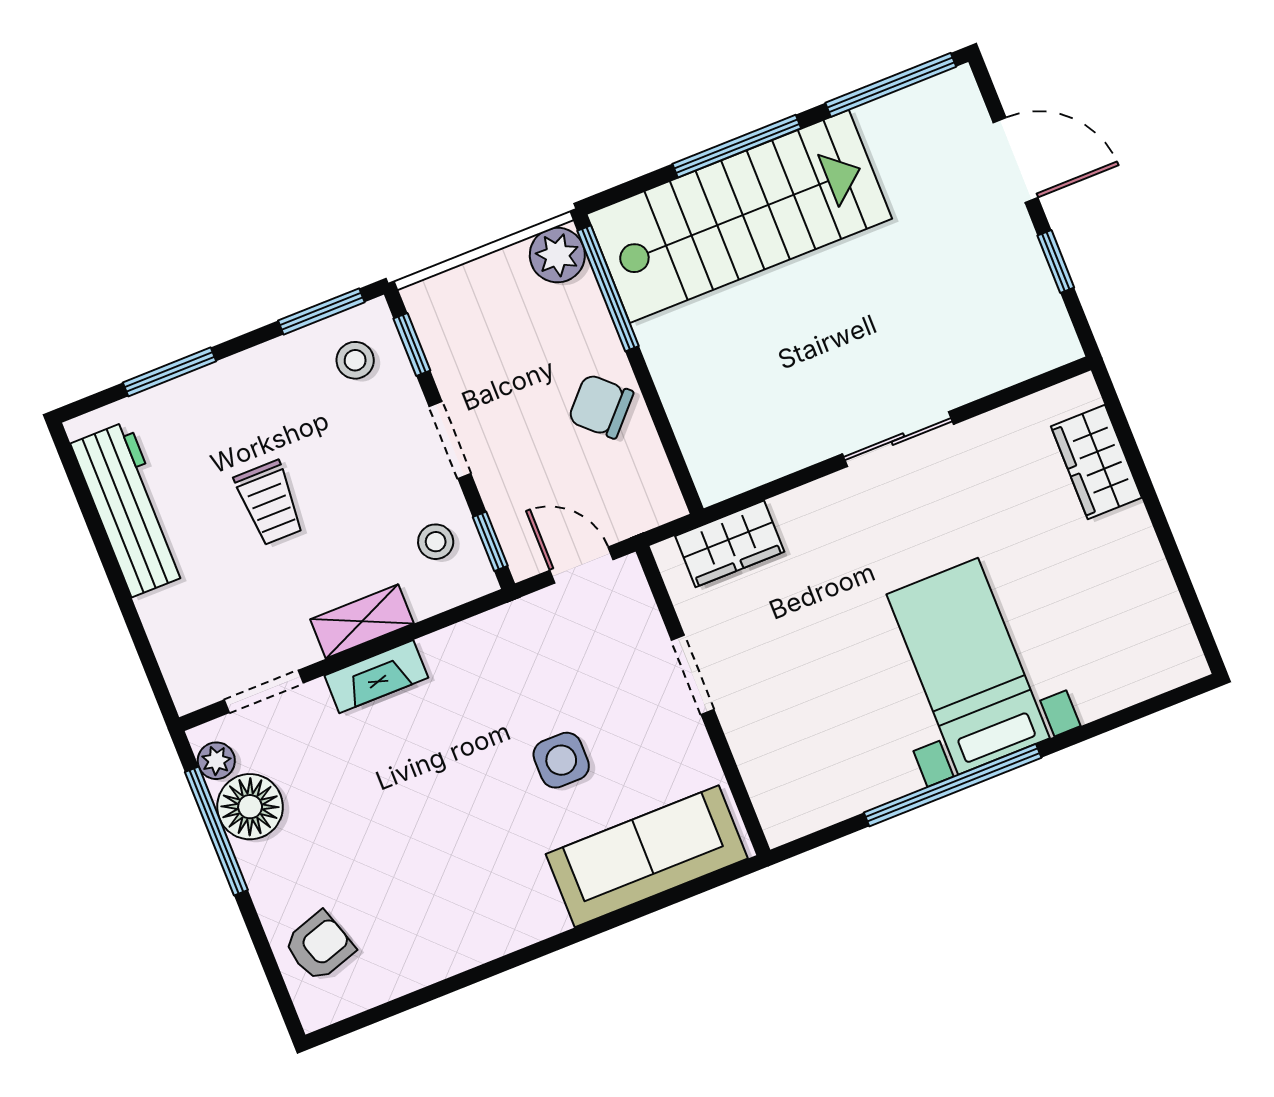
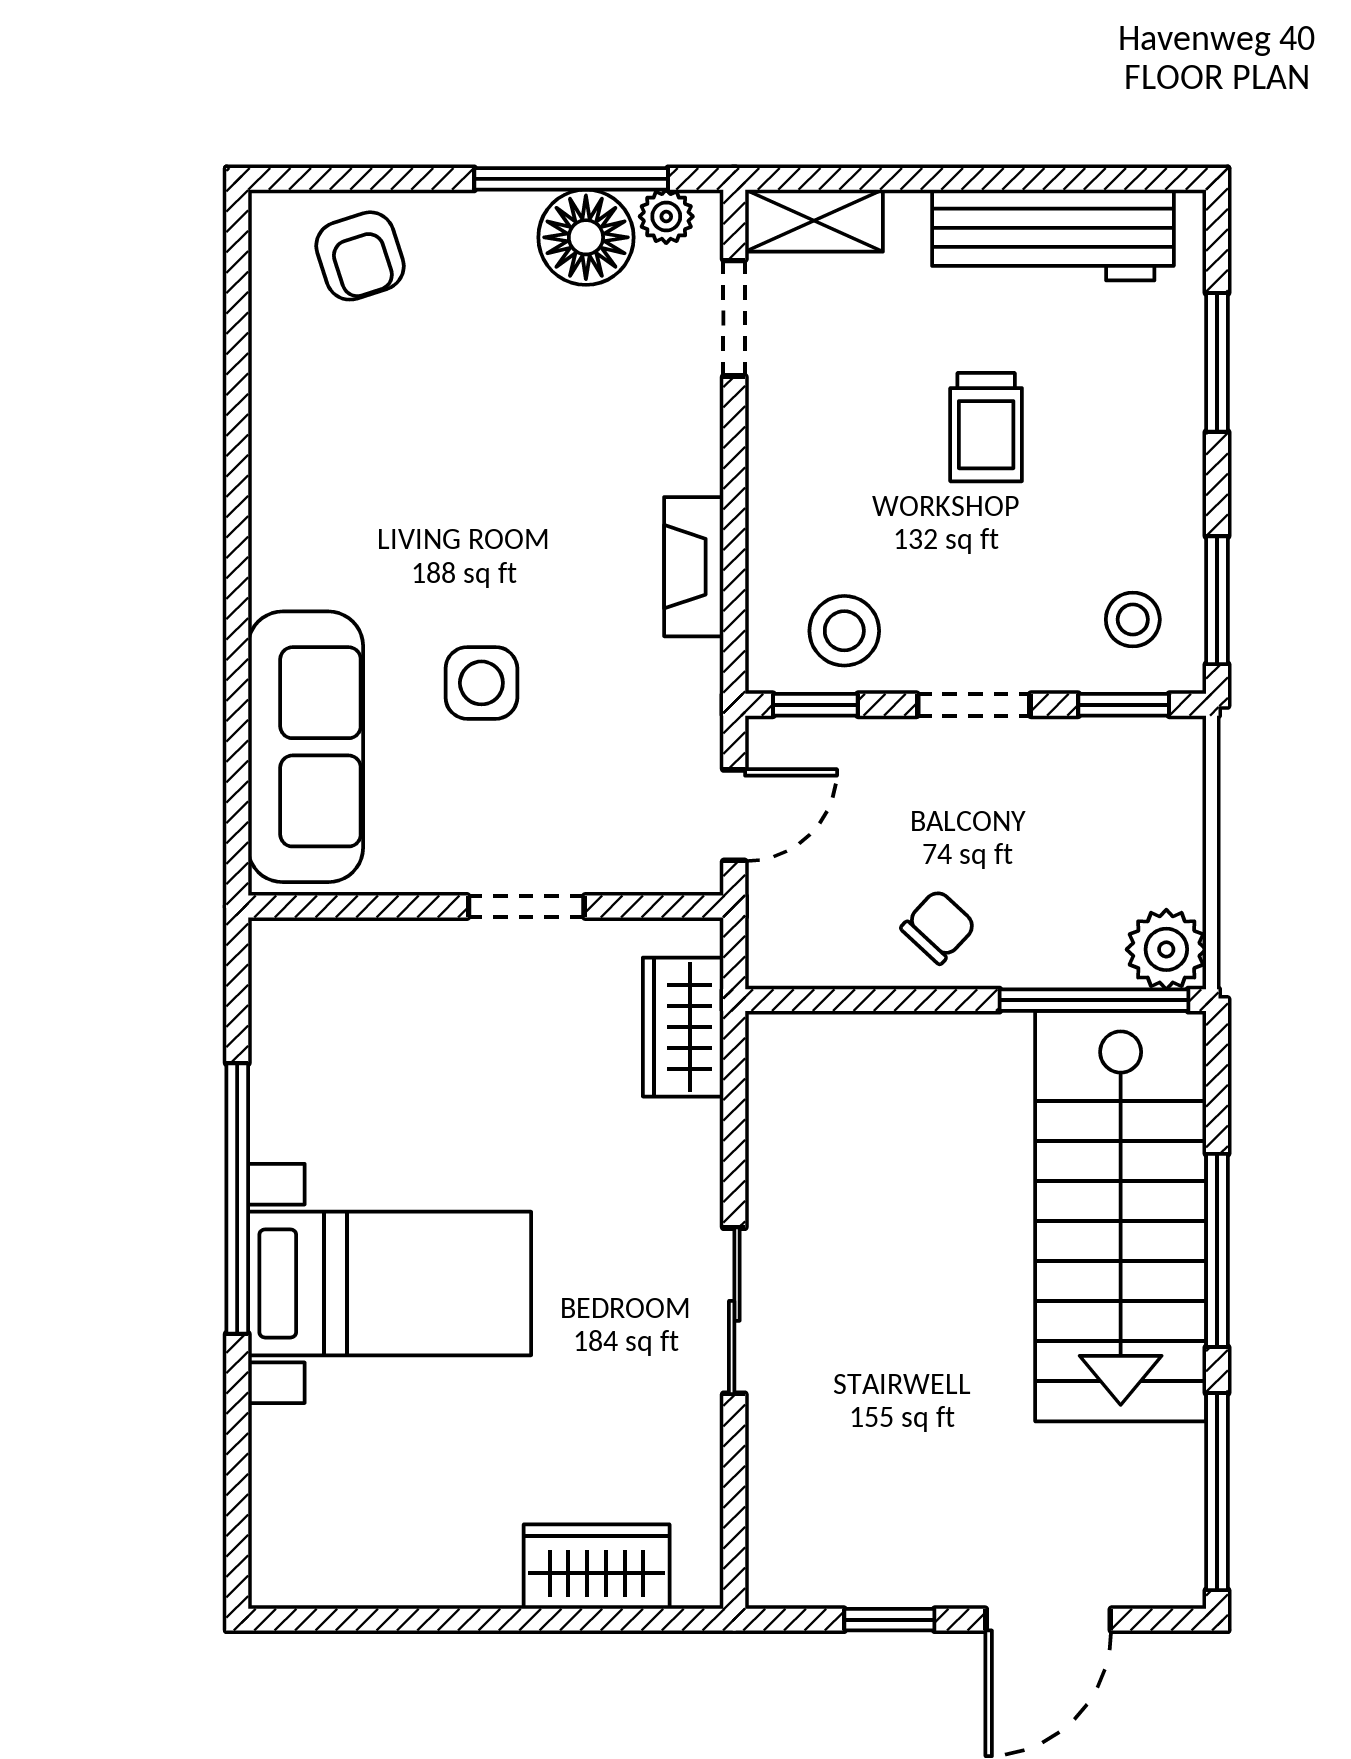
chair: (601, 406) -> (939, 927), width x0.73, depth x0.73
trolley: (270, 503) -> (986, 427), turned -90
stool: (436, 542) -> (844, 631), width x1.37, depth x1.37
shelving: (362, 621) -> (814, 221), moved, turned 90
fireplace: (376, 677) -> (694, 567), moved

